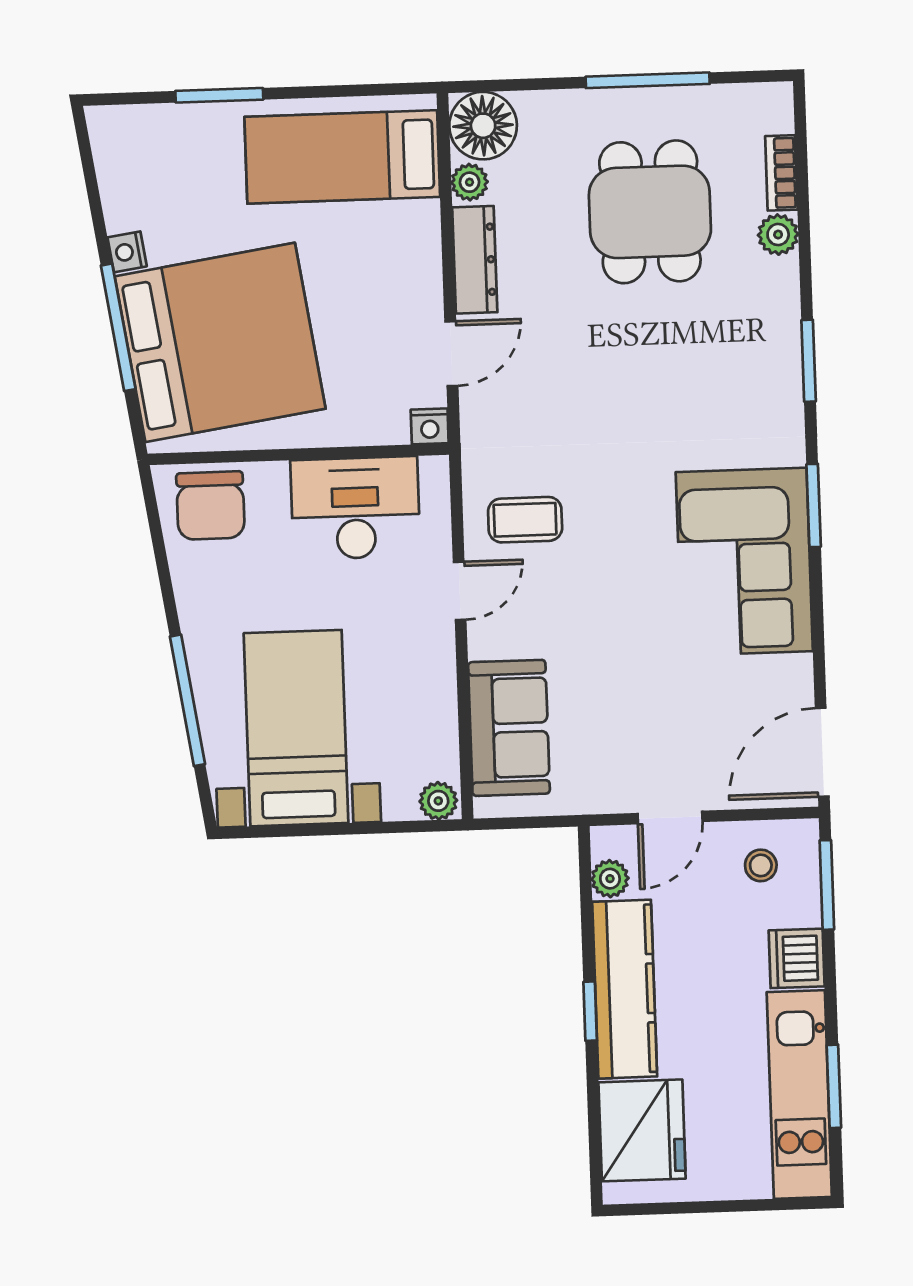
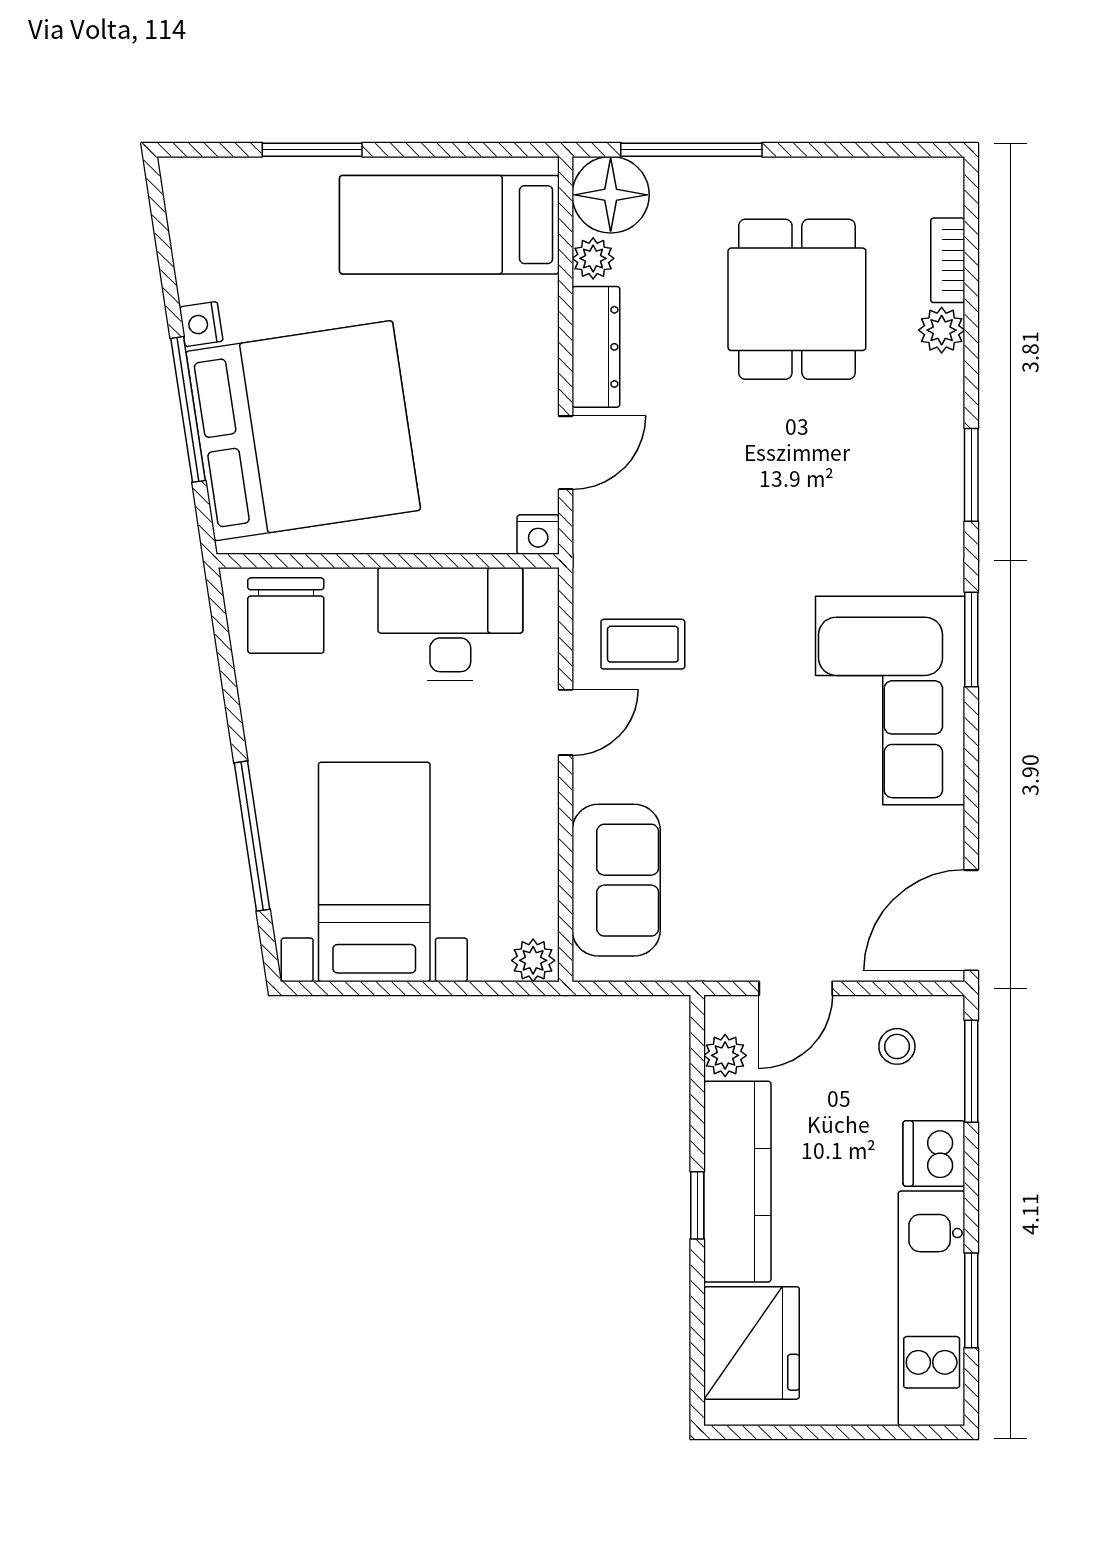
window: (648, 80) -> (691, 150), moved

